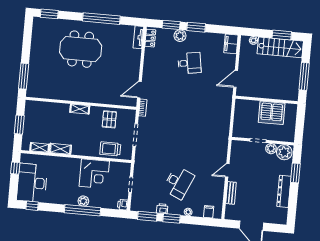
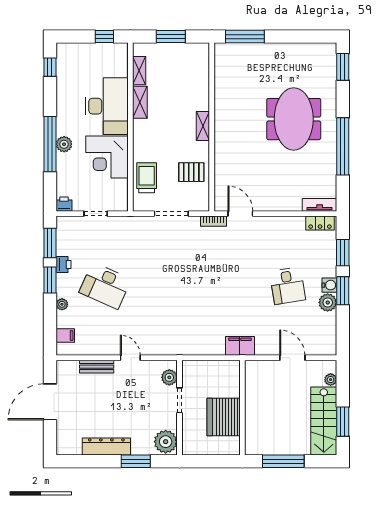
plant: (180, 36) -> (328, 302), moved
water cooler: (191, 36) -> (329, 285), added
filing cabinet: (231, 44) -> (240, 346), moved
door: (236, 79) -> (292, 358), moved
plant: (271, 149) -> (169, 377), moved
desk: (32, 183) -> (107, 106), moved, turned 90

